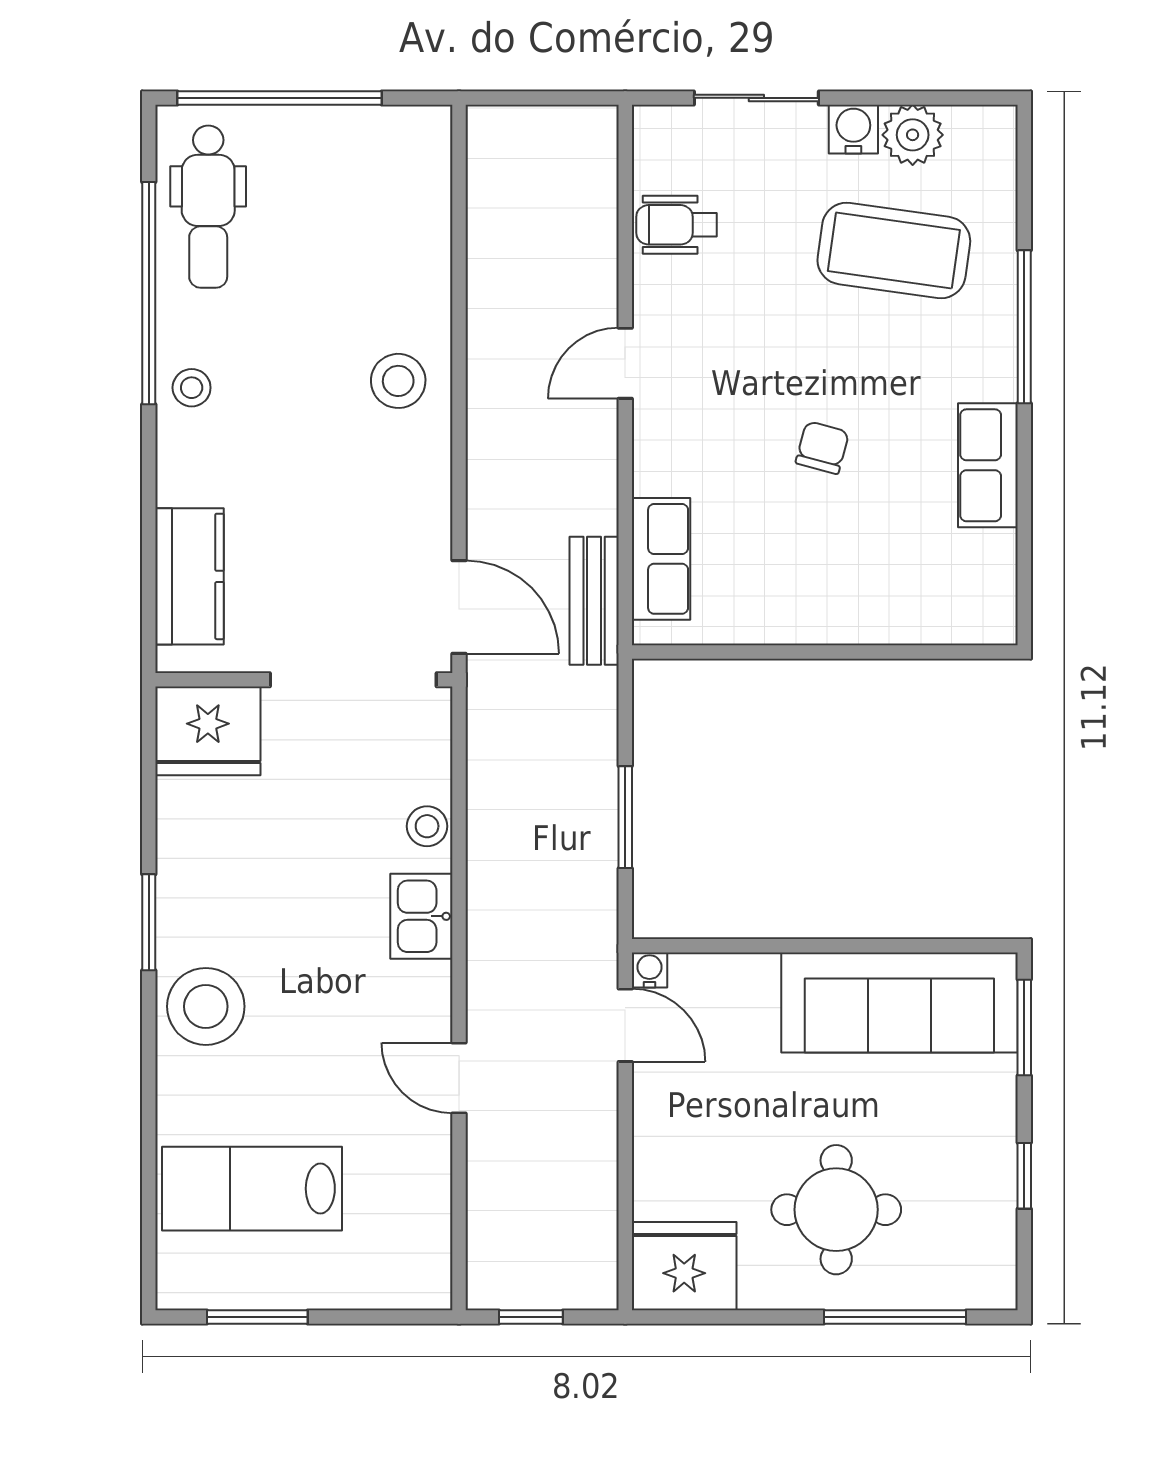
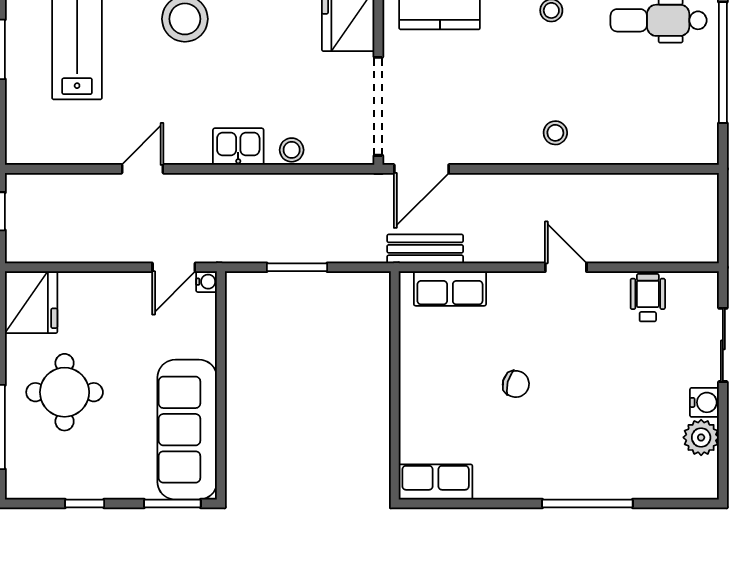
coffee table: (894, 250) -> (633, 426), removed
stool: (398, 381) -> (555, 133), width x0.73, depth x0.73
row of seats: (988, 465) -> (436, 482), moved

